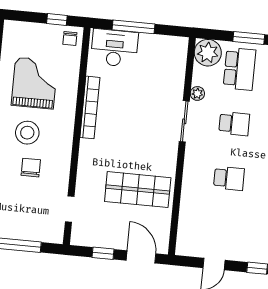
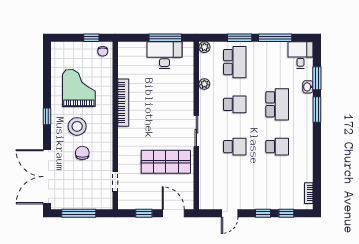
window: (134, 27) -> (165, 38), moved
desk: (114, 48) -> (164, 55), moved
plant: (208, 53) -> (204, 47), width x0.53, depth x0.53
sliding door: (184, 121) -> (196, 131), moved

